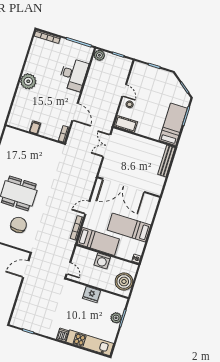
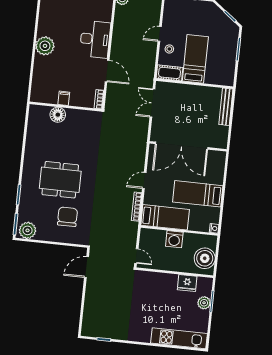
desk: (73, 74) -> (95, 39), moved
door: (124, 90) -> (160, 34), swing flipped
bed: (173, 124) -> (195, 59), moved
floor lamp: (27, 140) -> (58, 115), added
fridge: (92, 294) -> (187, 283), moved
dishwasher: (62, 335) -> (145, 335), removed

